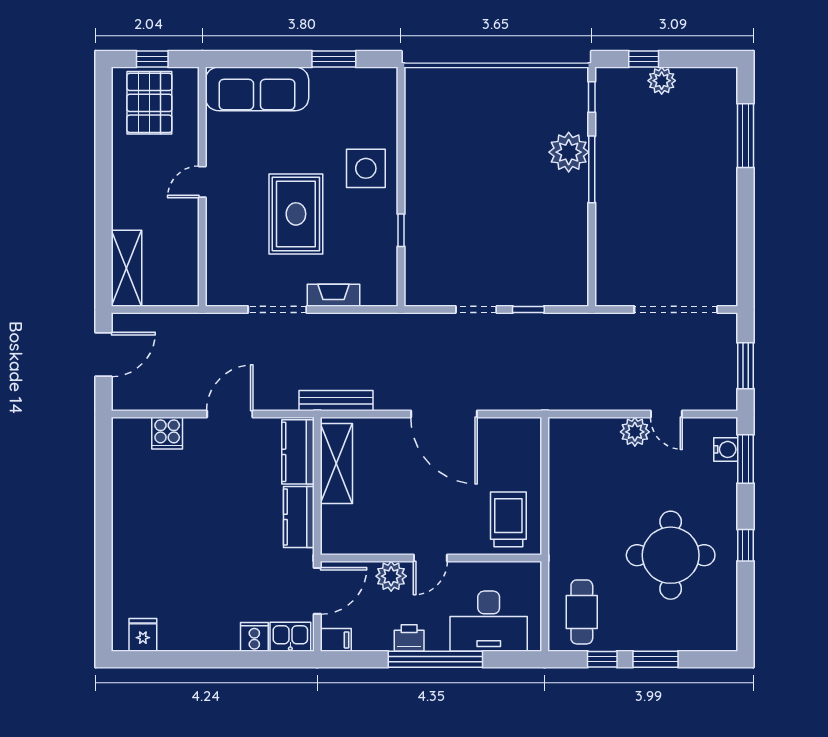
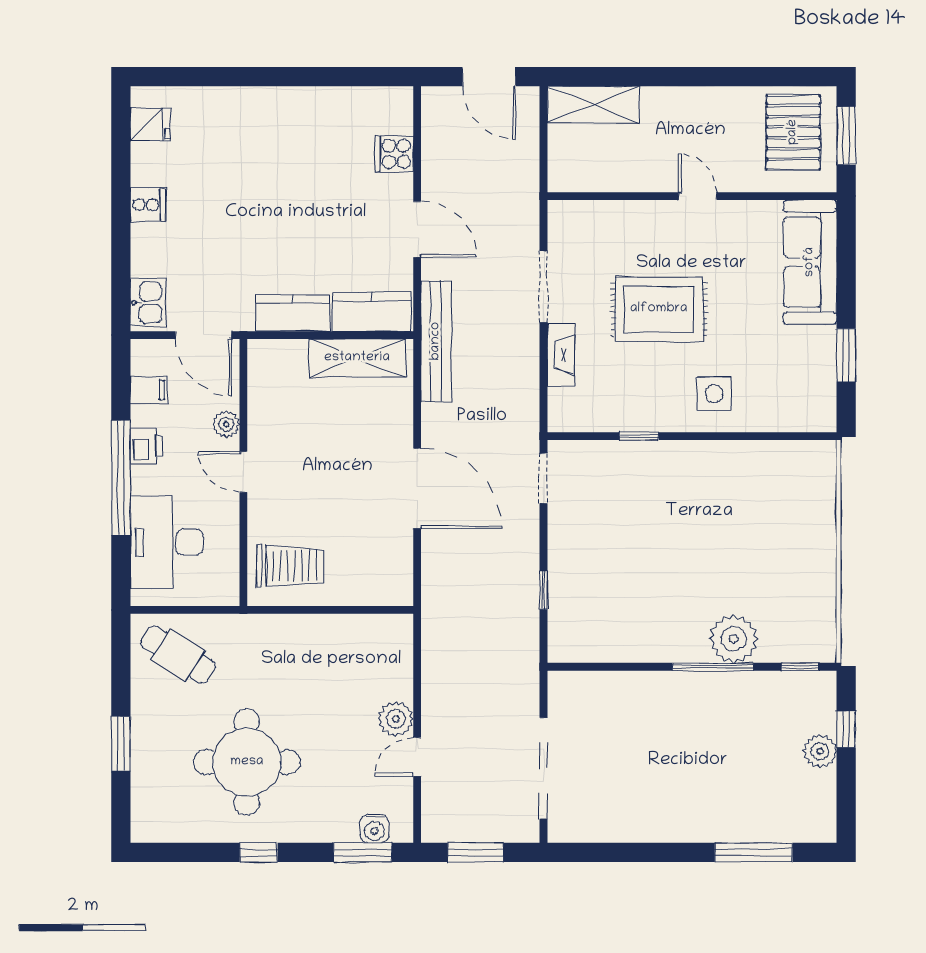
window: (152, 59) -> (846, 136), width x1.50
pallet: (149, 103) -> (793, 132), turned 90
side table: (366, 168) -> (714, 394), width x0.73, depth x0.73
doorway: (476, 310) -> (543, 478), moved
bench: (336, 401) -> (436, 341), width x1.37, depth x1.21
door: (444, 414) -> (417, 488), swing flipped
plant: (391, 576) -> (226, 424), width x0.73, depth x0.73
cafe table: (582, 612) -> (178, 655), turned 32
cooker: (254, 637) -> (148, 205), moved
filing cabinet: (336, 640) -> (149, 390), moved, turned -90
window: (602, 659) -> (121, 679), removed

